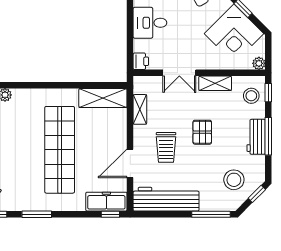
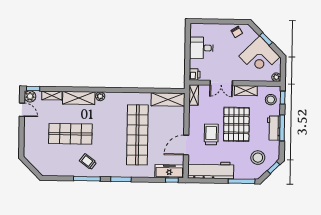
shelving: (140, 109) -> (194, 95), moved
pallet: (202, 132) -> (236, 124), width x2.05, depth x2.00
trolley: (166, 147) -> (211, 134), turned 180

